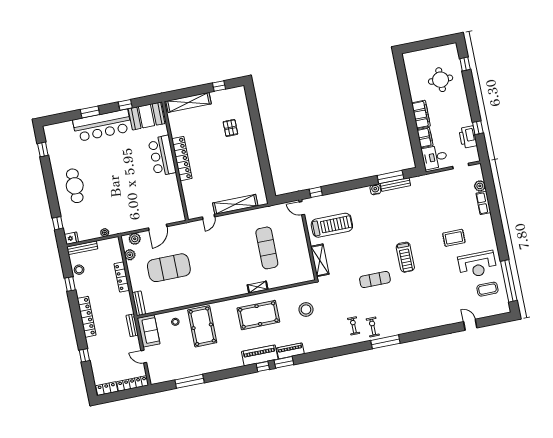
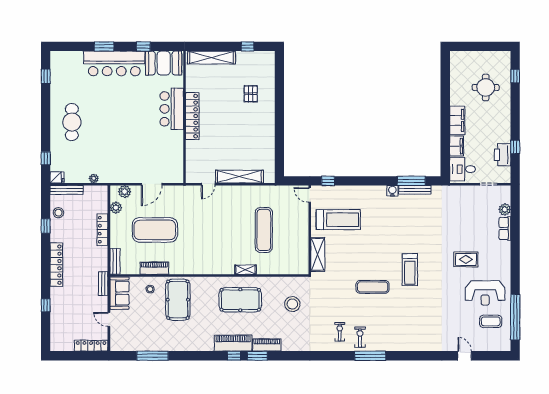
piano: (175, 302) -> (154, 268), added
locker: (107, 389) -> (62, 346), removed

